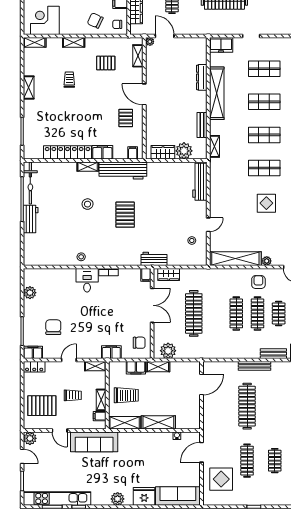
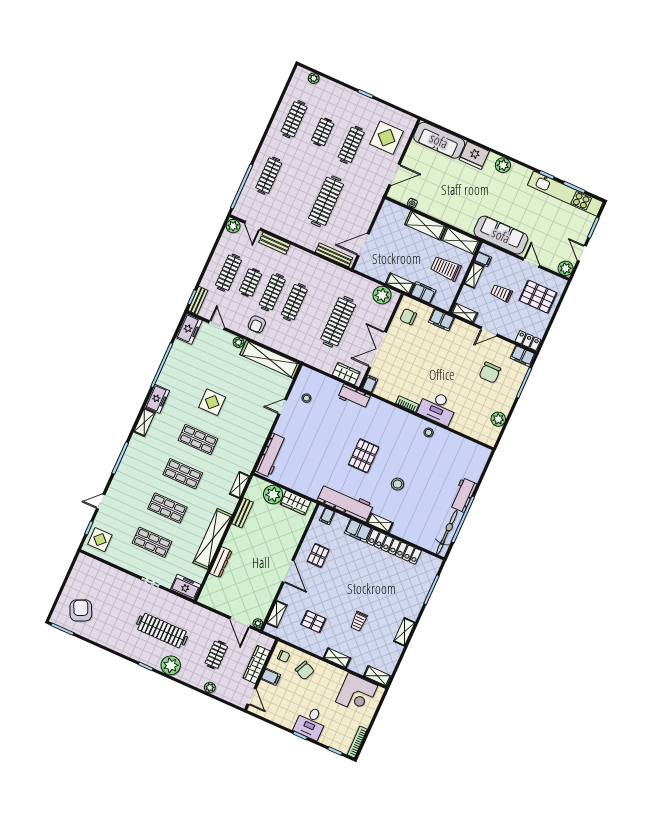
desk: (87, 280) -> (437, 407), width x1.37
bench: (254, 366) -> (334, 255), moved

